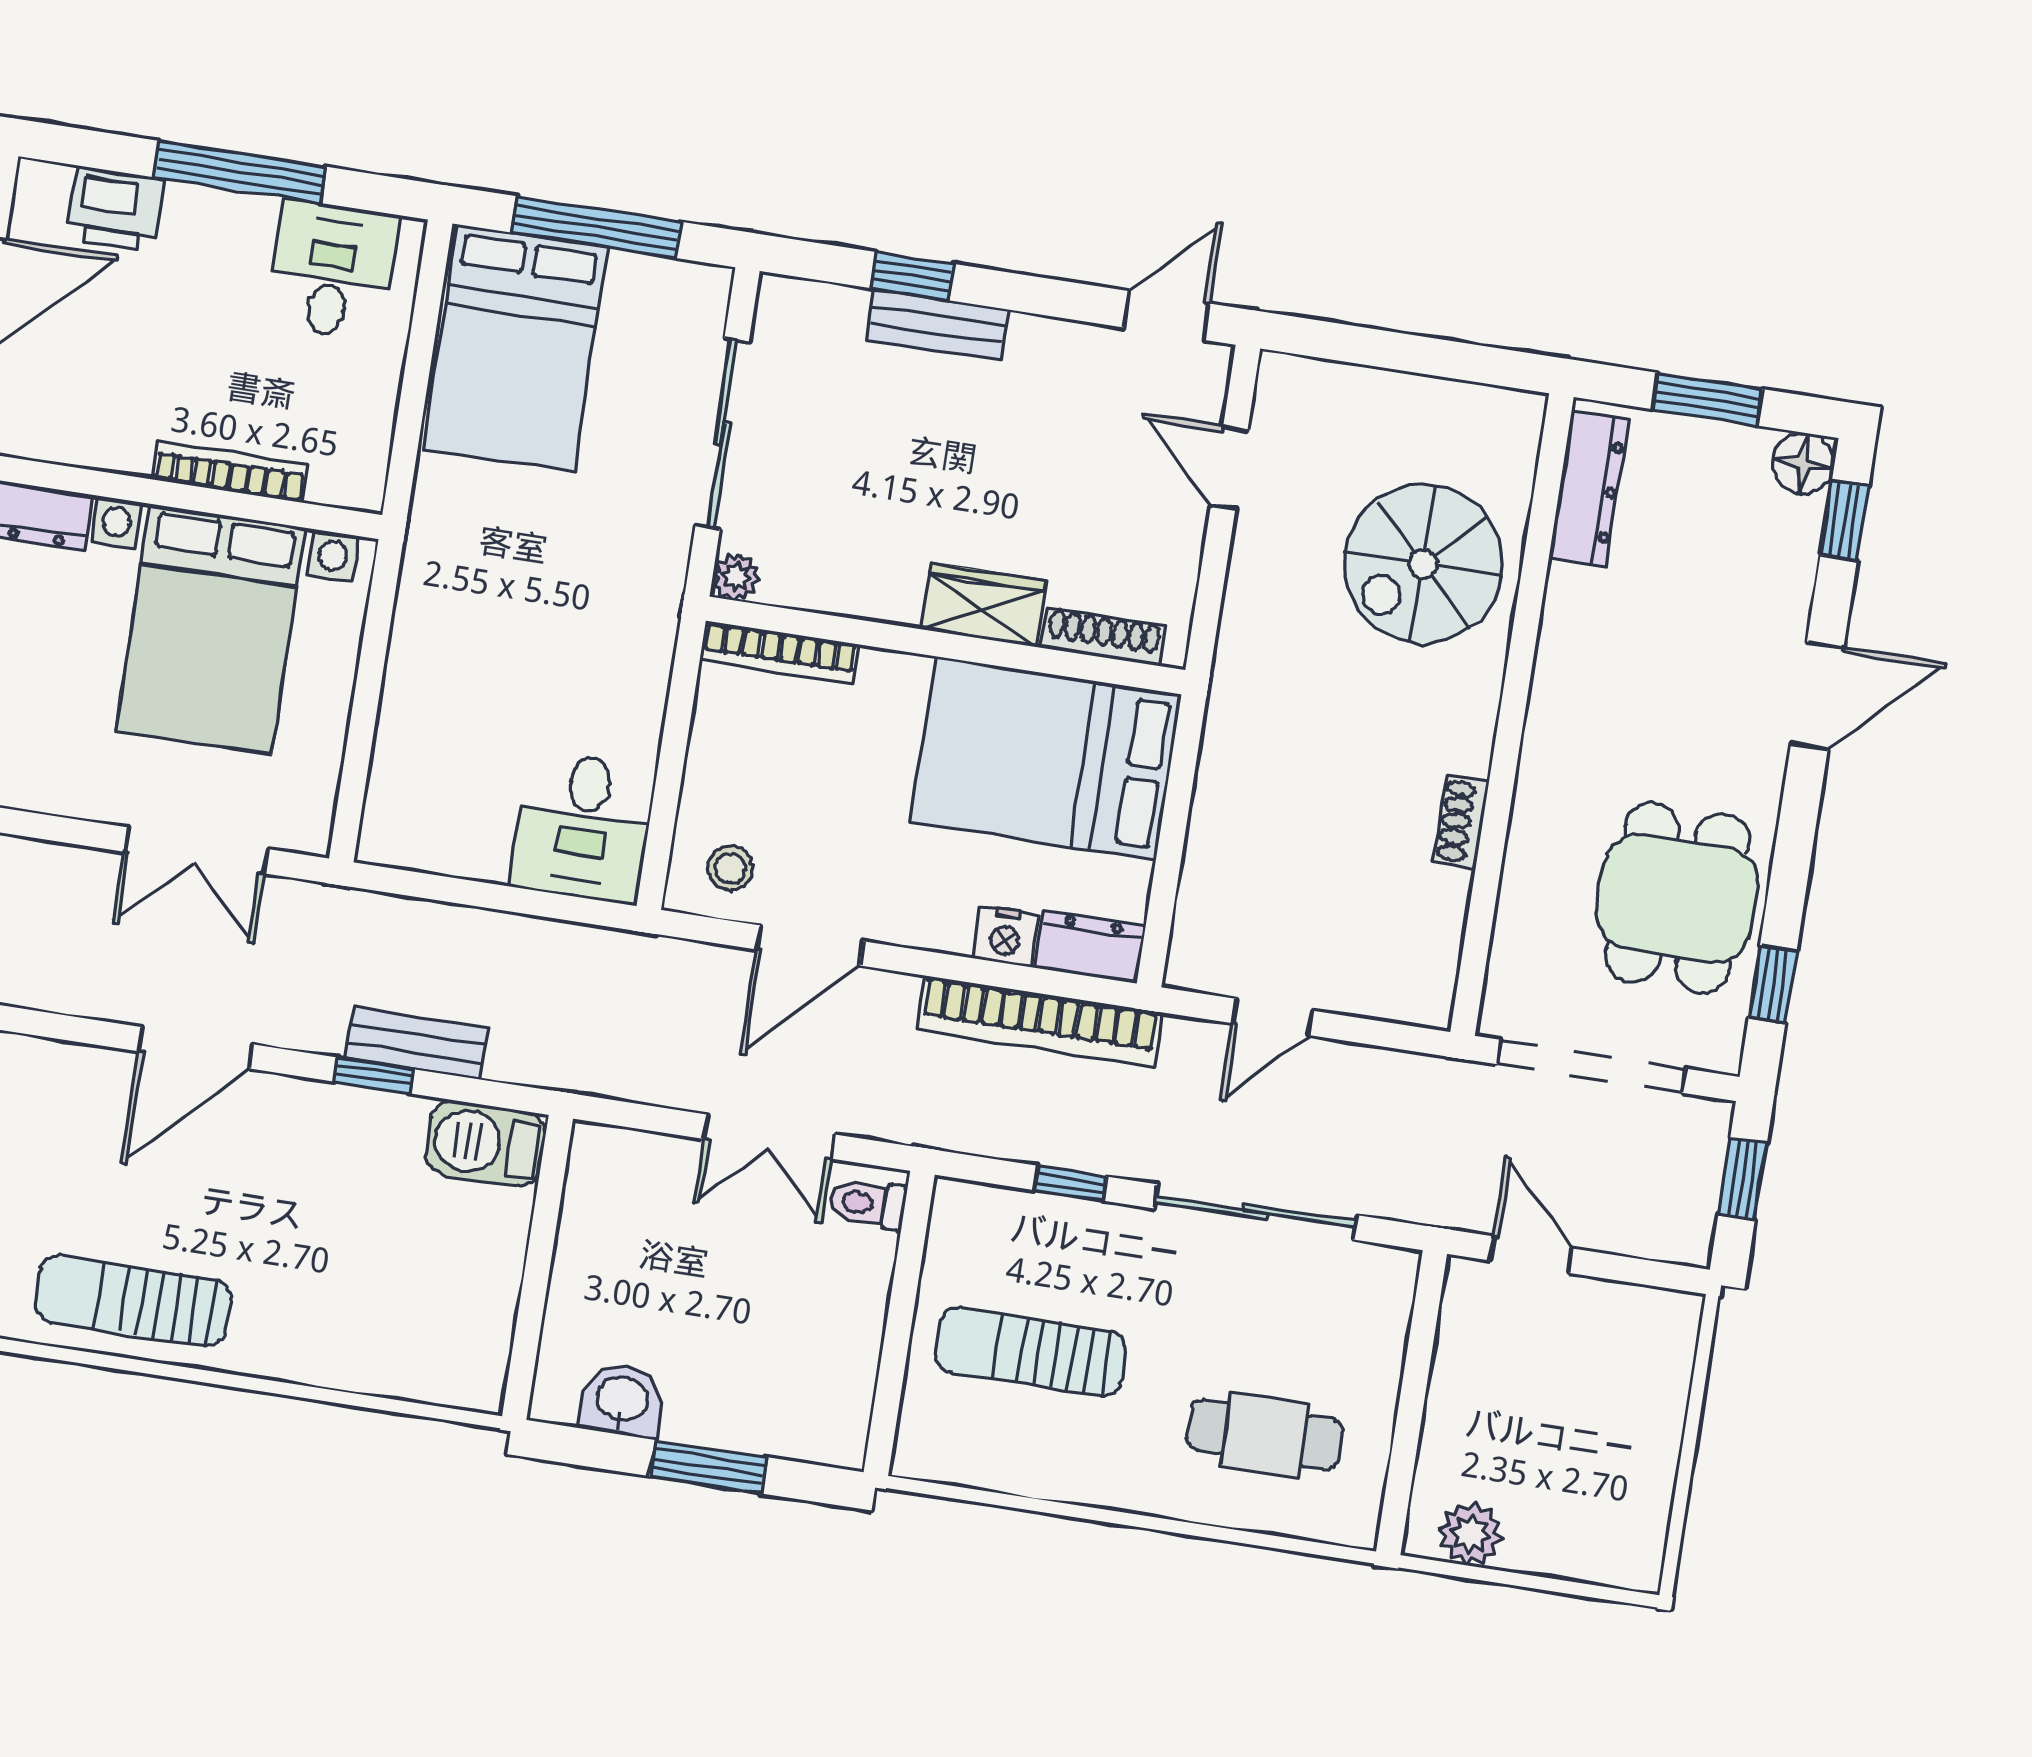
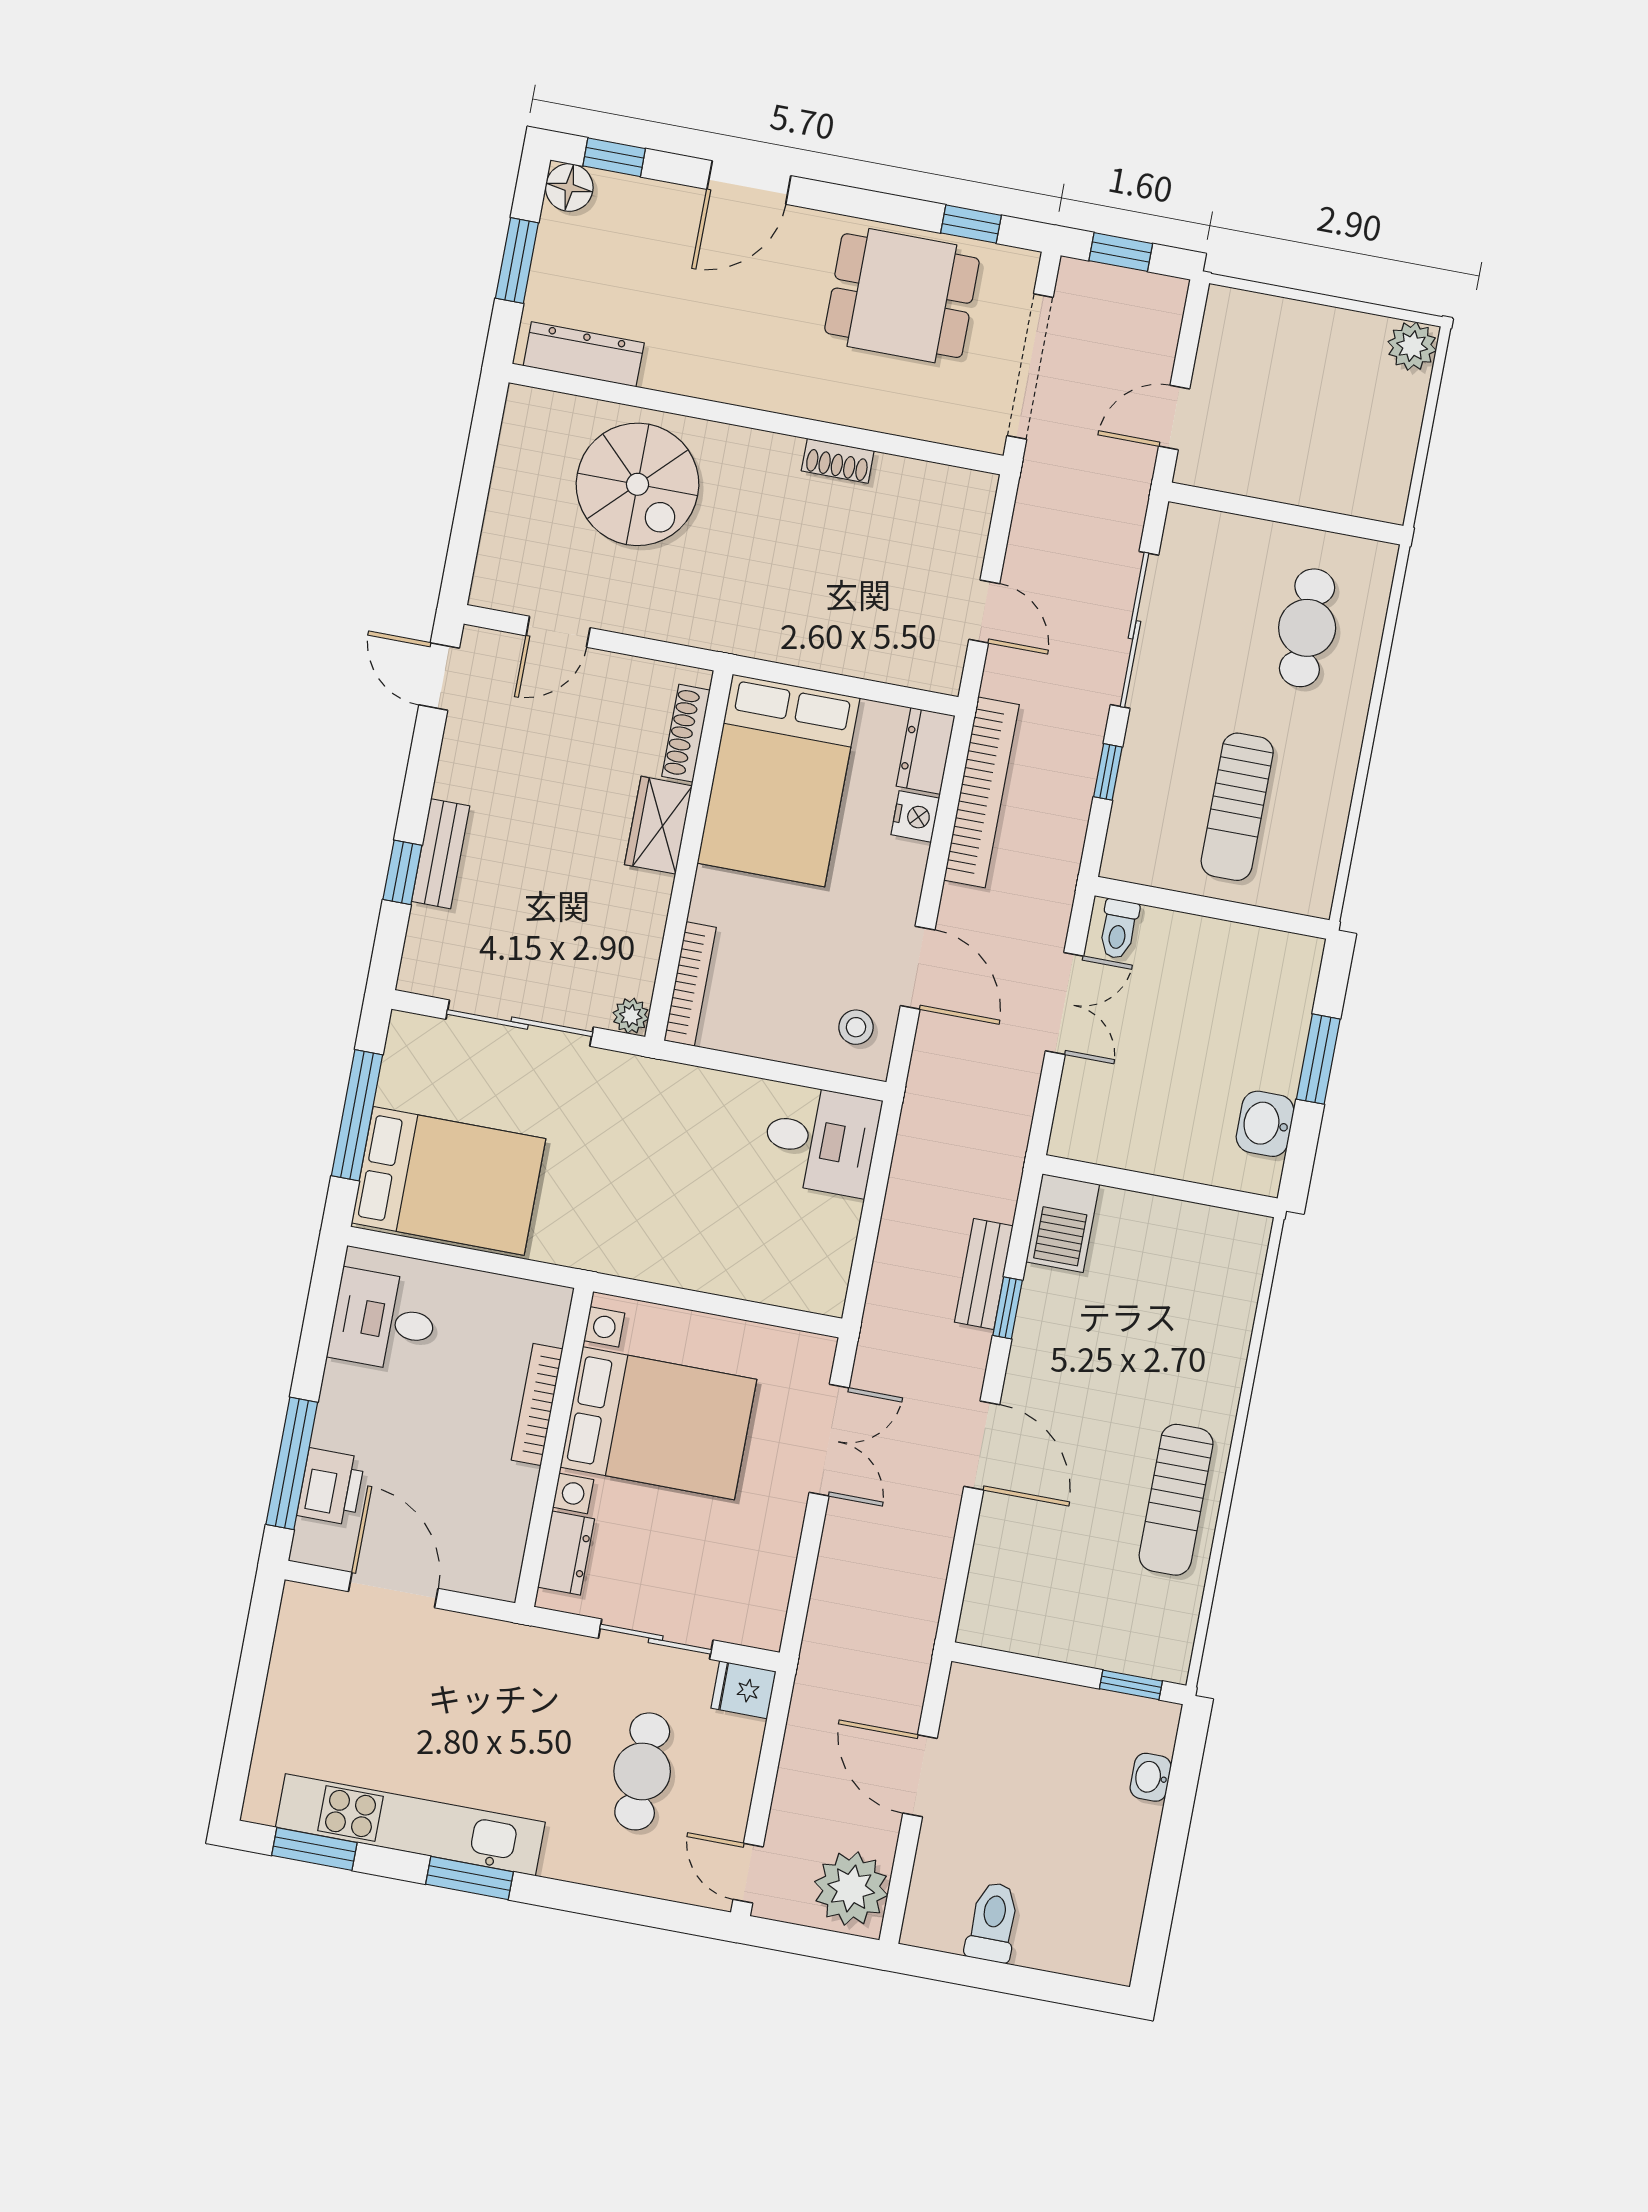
window: (240, 172) -> (292, 1463), moved
door: (1817, 696) -> (749, 182), swing flipped
plant: (1470, 1534) -> (1412, 346), moved

